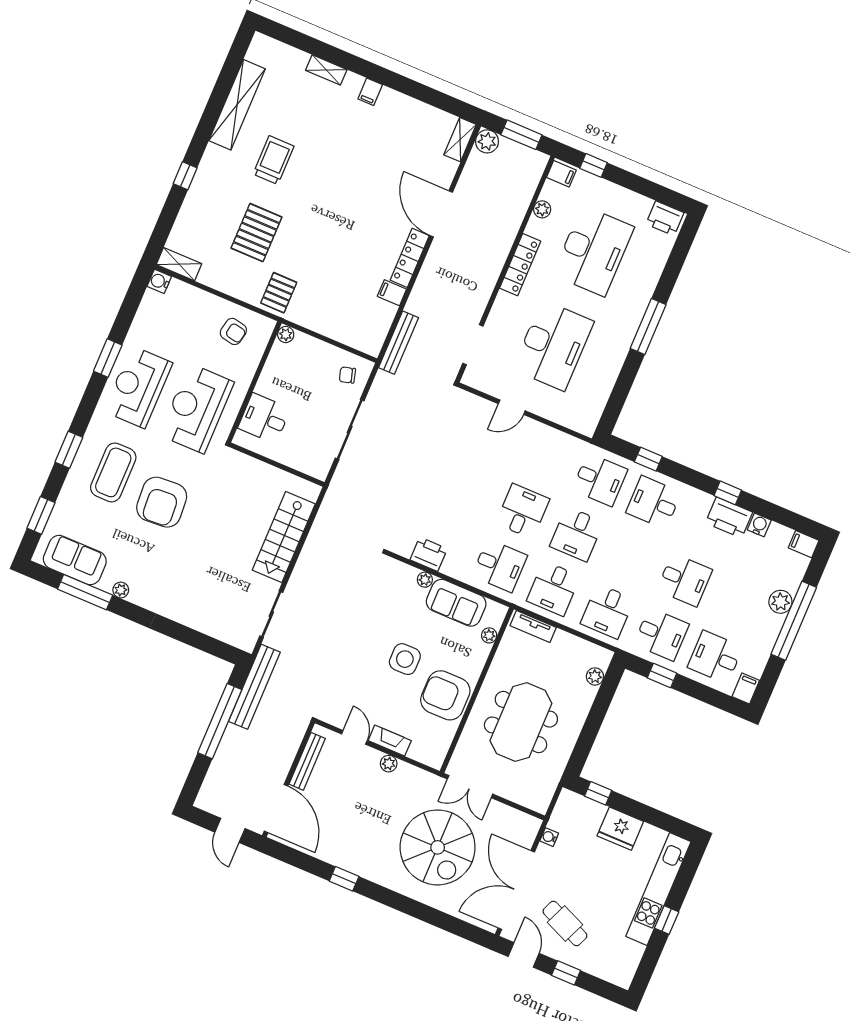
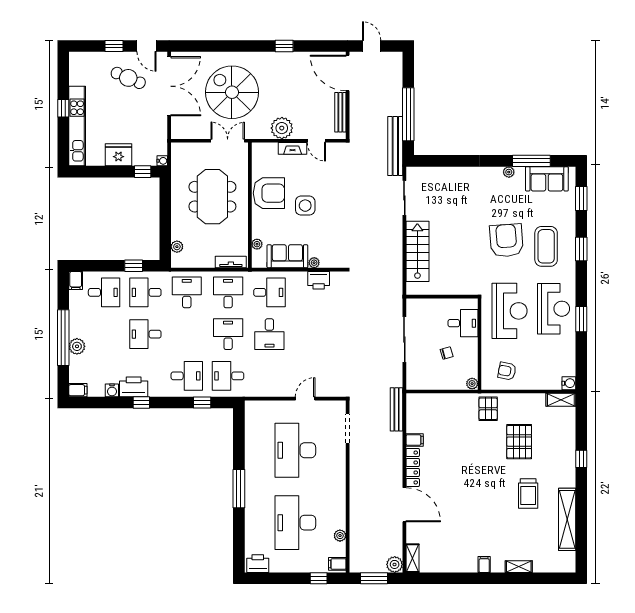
locker: (520, 265) -> (339, 494), removed
chair: (347, 375) -> (447, 353), moved
desk: (500, 566) -> (269, 292), turned 180
plant: (389, 764) -> (282, 128), width x1.87, depth x1.87
water cooler: (549, 837) -> (162, 161), moved

